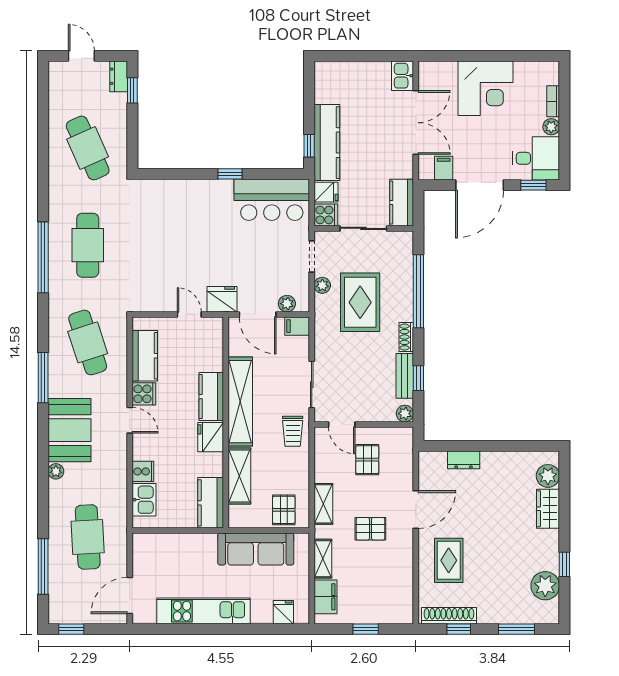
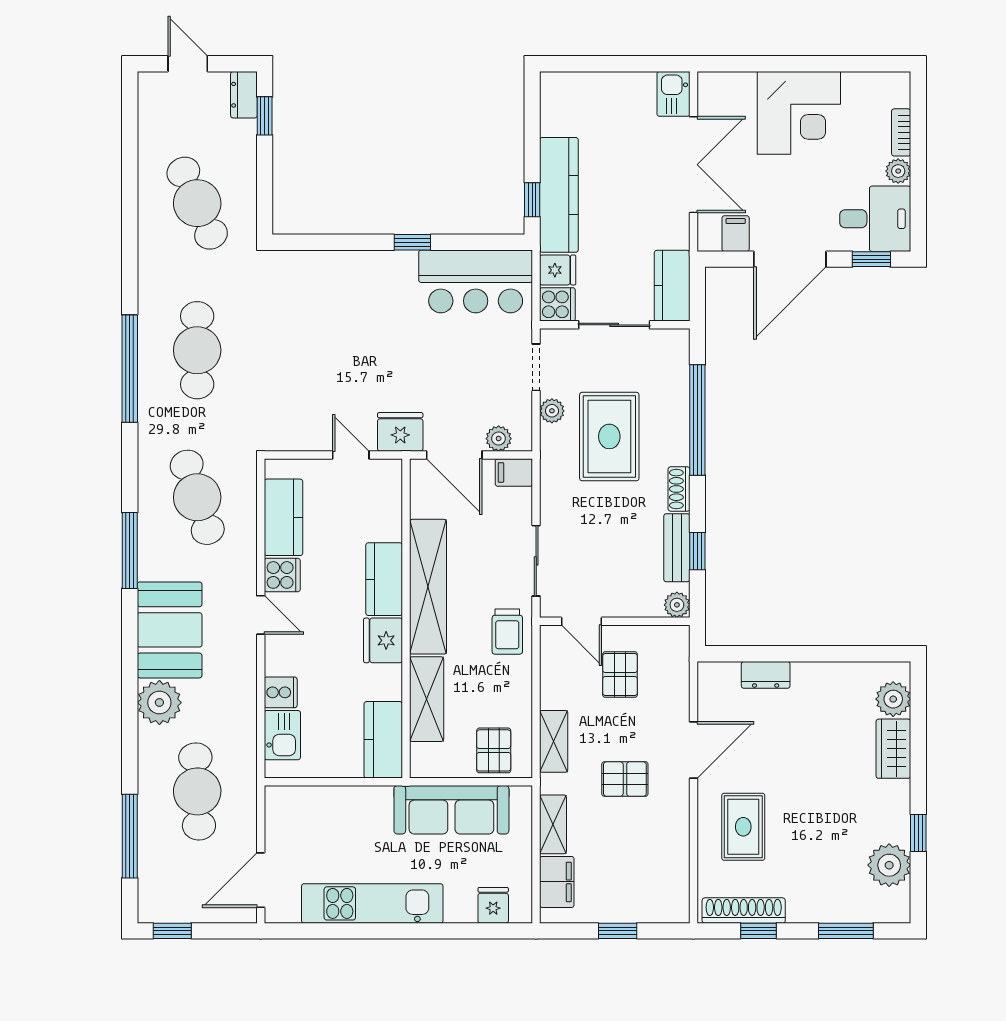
plant: (56, 471) -> (159, 703), width x1.87, depth x1.87

